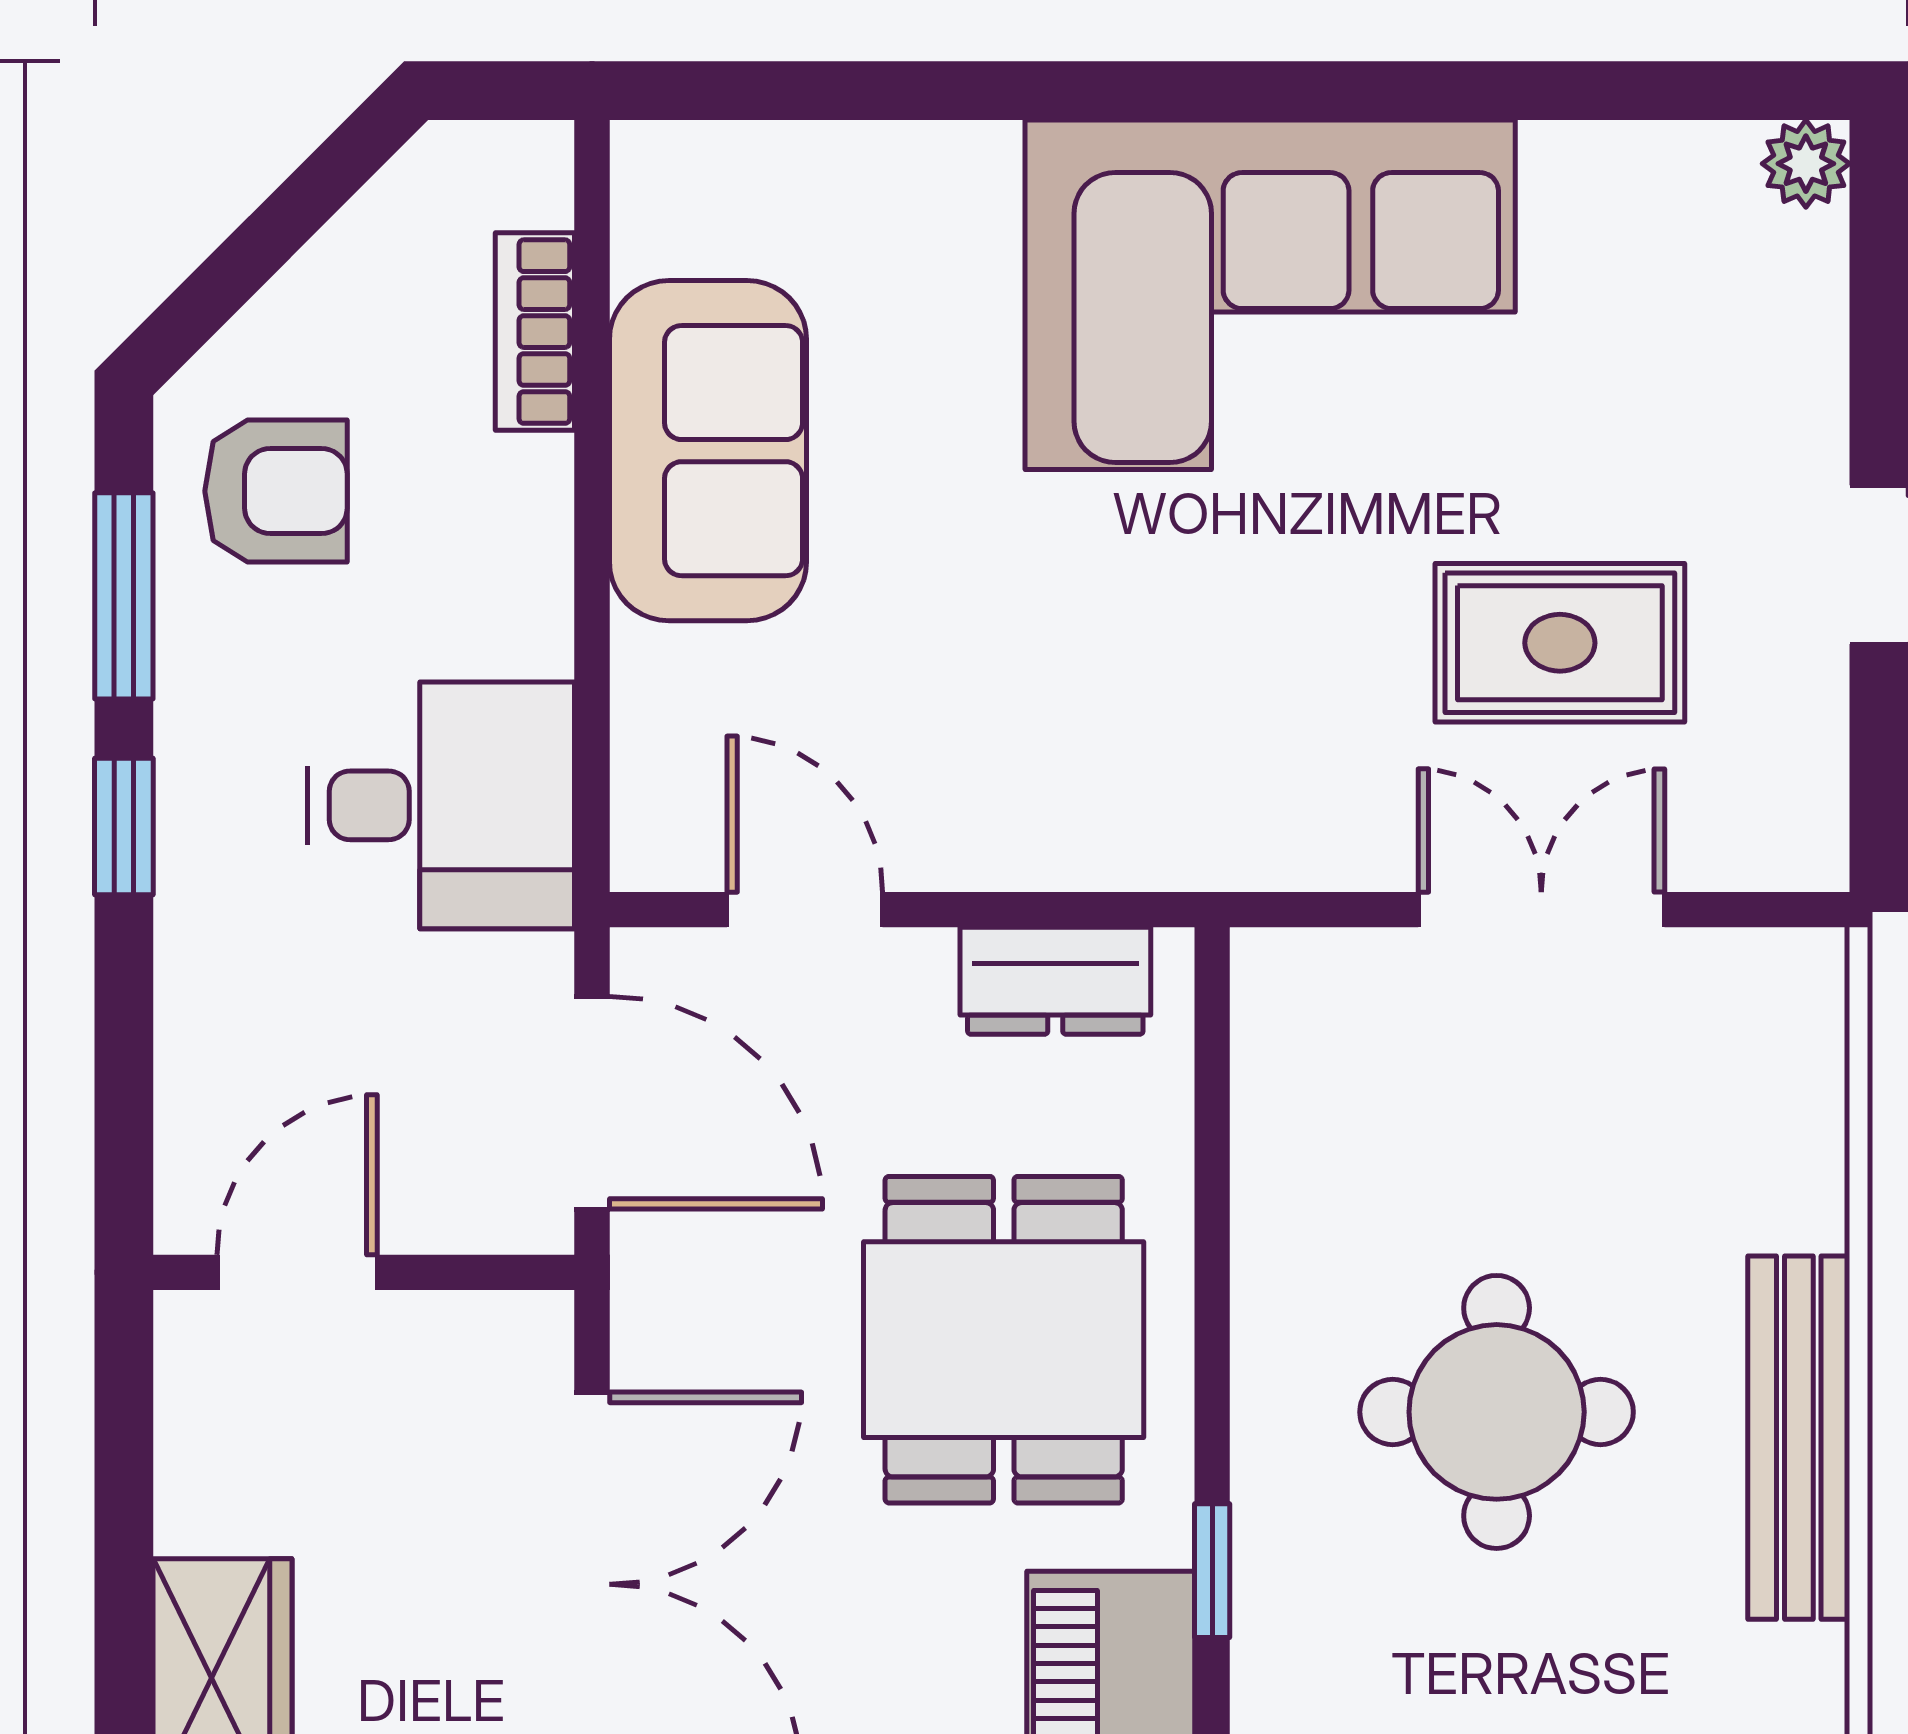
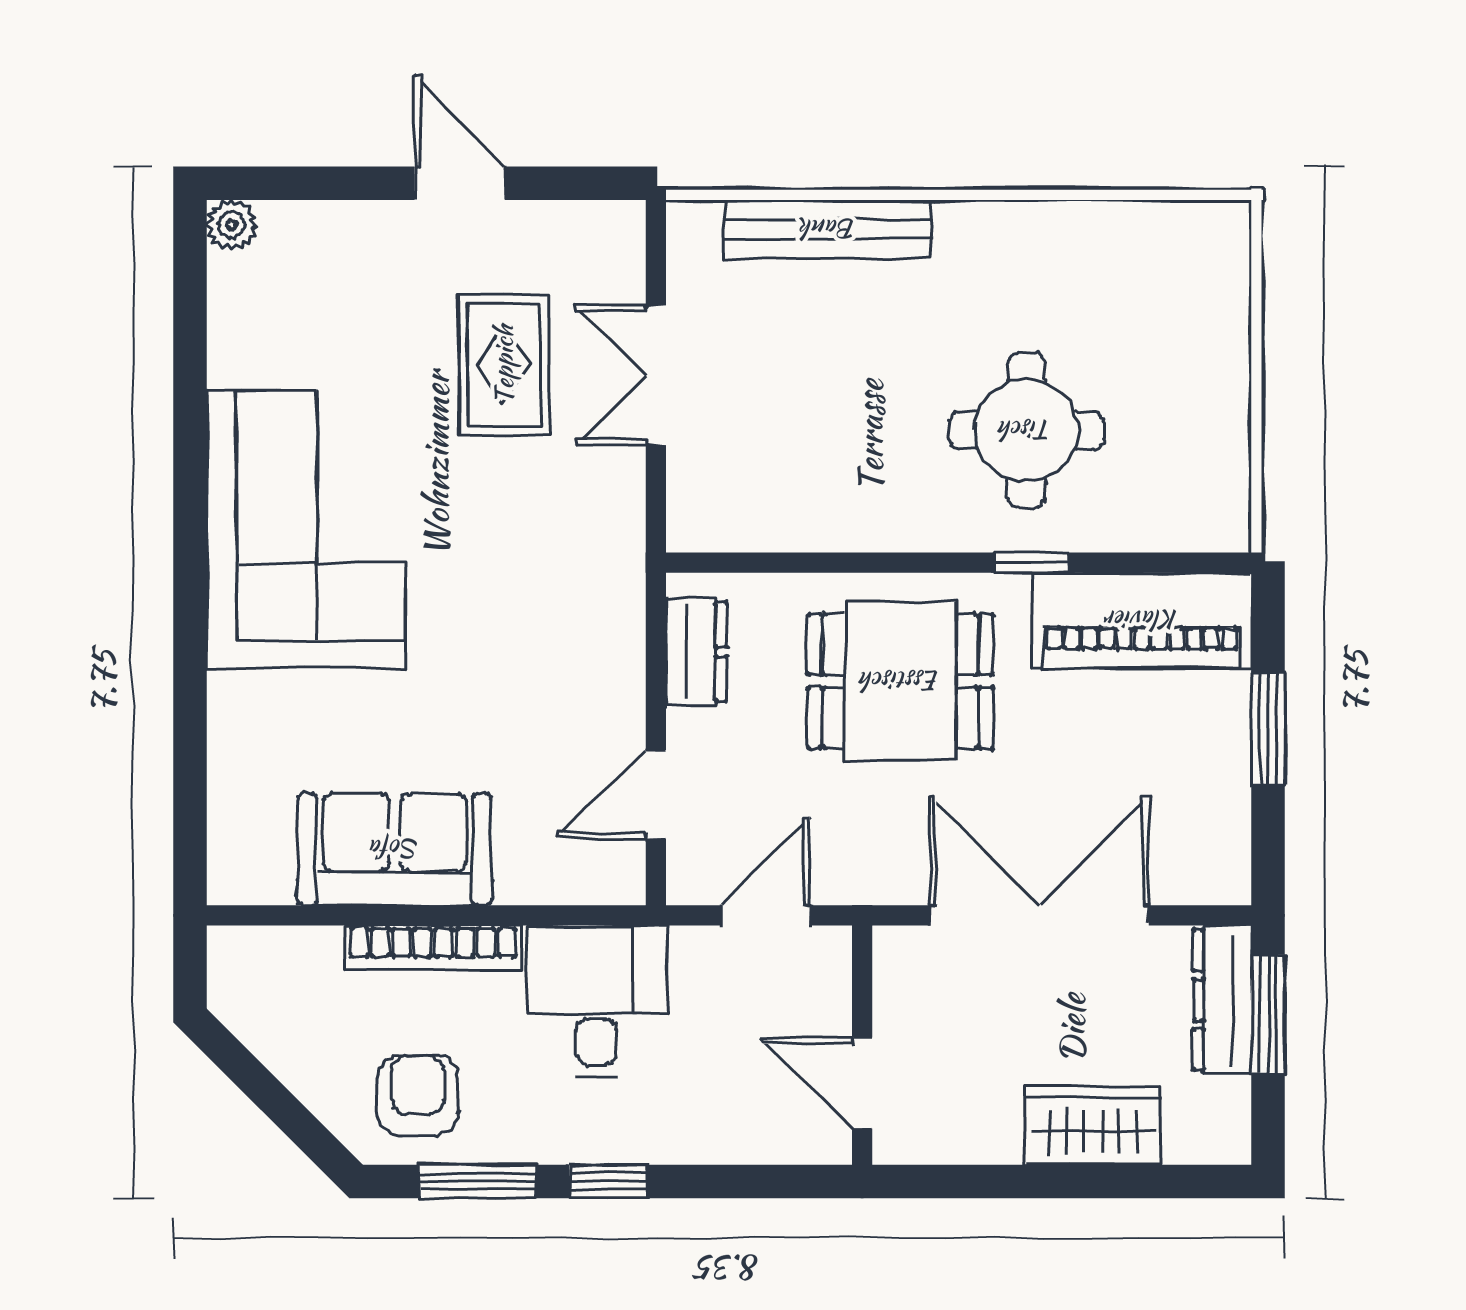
bookcase: (535, 332) -> (433, 948), moved, width x1.56
door: (592, 1103) -> (766, 915), width x0.73
round table: (1497, 1412) -> (1026, 430), moved
bench: (1799, 1438) -> (828, 229), moved

